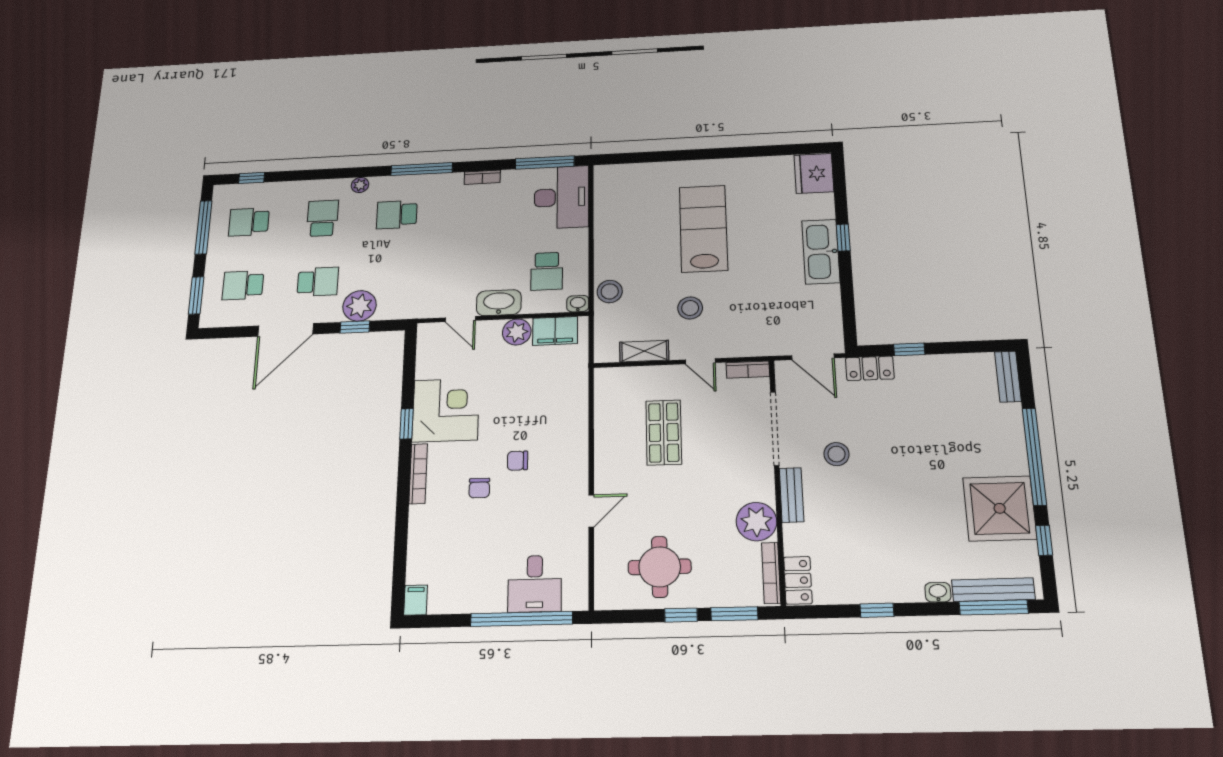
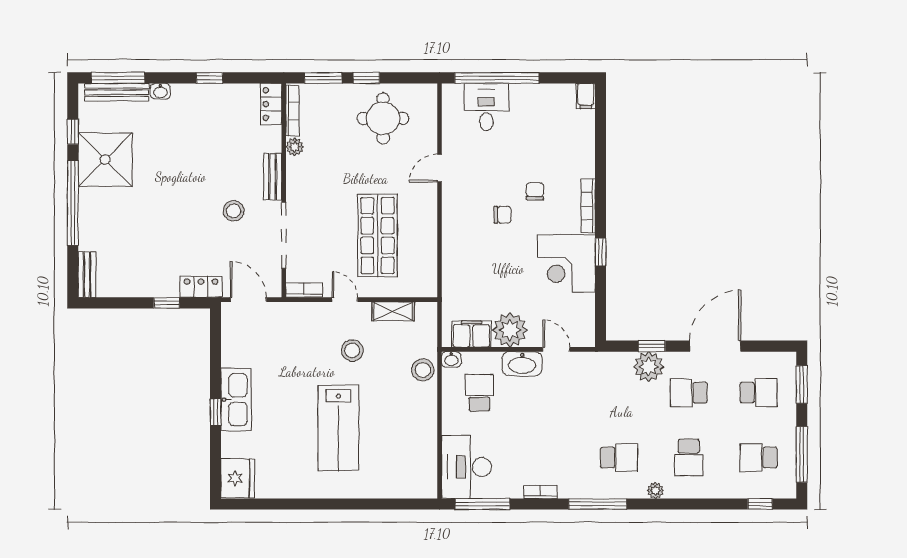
school desk: (249, 222) -> (759, 458), turned 180
plant: (517, 332) -> (510, 330), width x1.36, depth x1.36
shop shelf: (664, 432) -> (377, 236), width x1.43, depth x1.36
plant: (756, 522) -> (295, 147), width x0.53, depth x0.53

